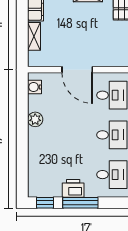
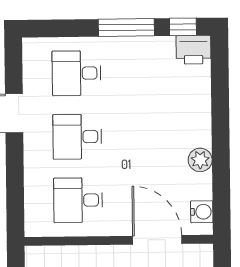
door: (77, 70) -> (157, 240), moved
printer: (73, 188) -> (193, 50), moved

